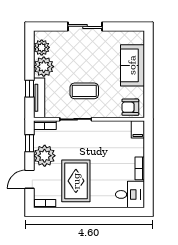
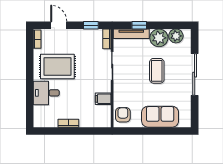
sliding door: (85, 26) -> (195, 75), width x1.37
coffee table: (84, 91) -> (157, 71), moved
filing cabinet: (138, 129) -> (103, 99), moved
plant: (45, 156) -> (80, 39), removed
desk: (130, 194) -> (46, 93), moved, turned 90

